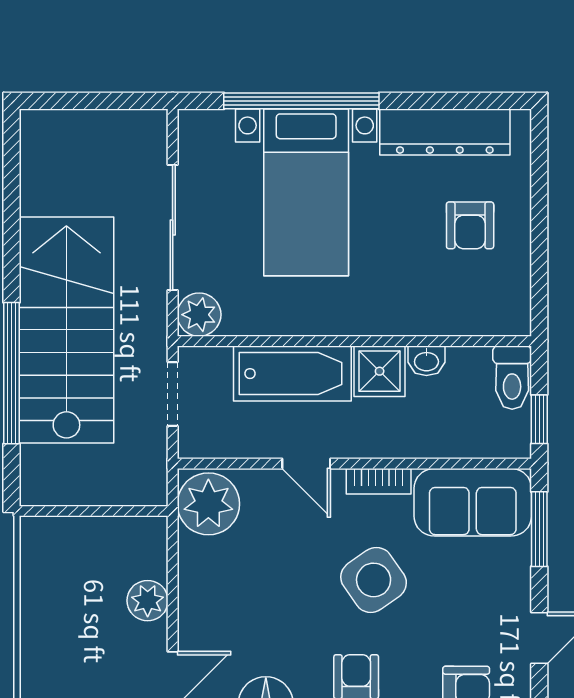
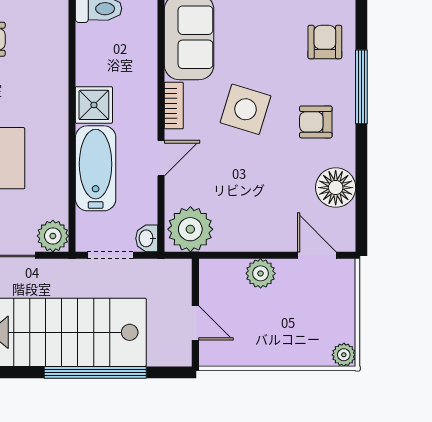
washbasin: (426, 361) -> (147, 238), moved, turned 180
door: (79, 511) -> (195, 323), added
side table: (374, 580) -> (246, 109), turned -38

